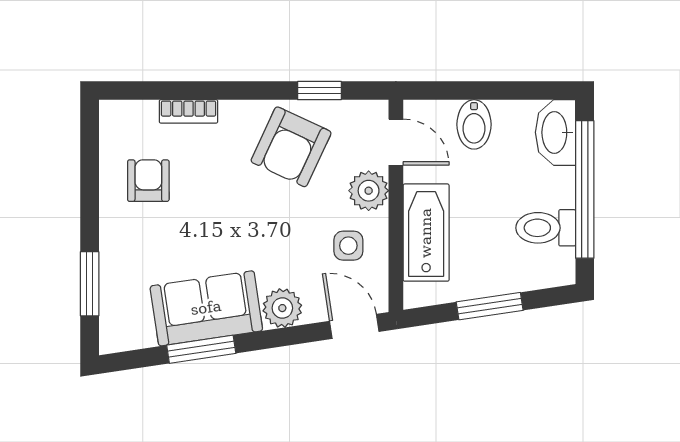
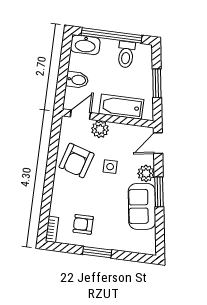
window: (319, 91) -> (54, 145), removed
bookcase: (188, 111) -> (52, 229), moved
armchair: (291, 147) -> (77, 160), turned 82
side table: (348, 246) -> (110, 167), moved
window: (90, 284) -> (97, 252), moved
window: (201, 349) -> (159, 192), moved

